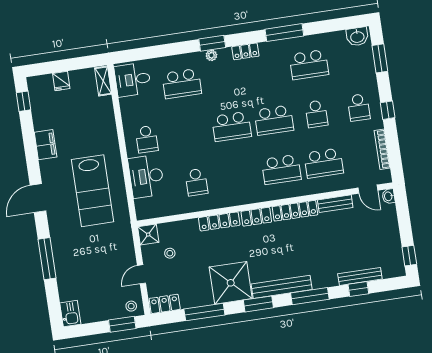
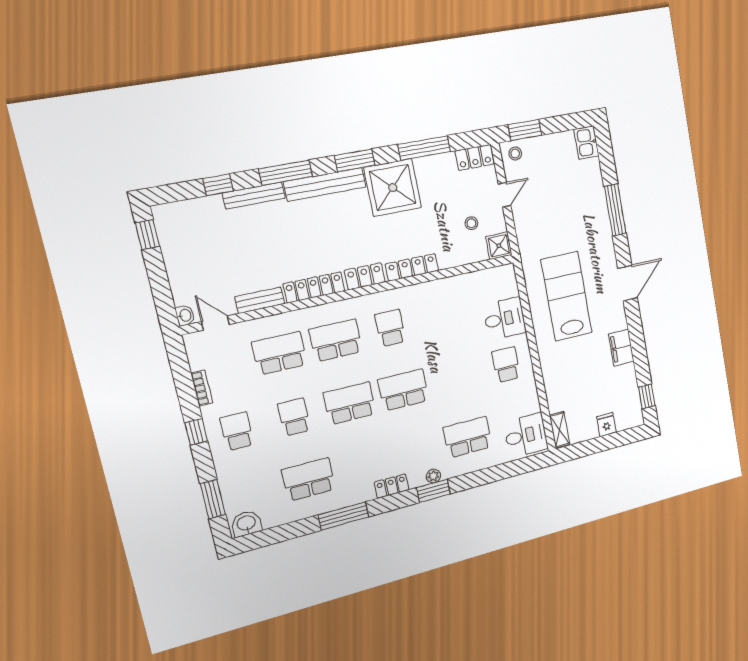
bookcase: (382, 149) -> (202, 388), width x0.64
desk: (146, 176) -> (505, 319), width x0.73
school desk: (197, 182) -> (390, 328), moved
bench: (360, 276) -> (254, 196), moved

